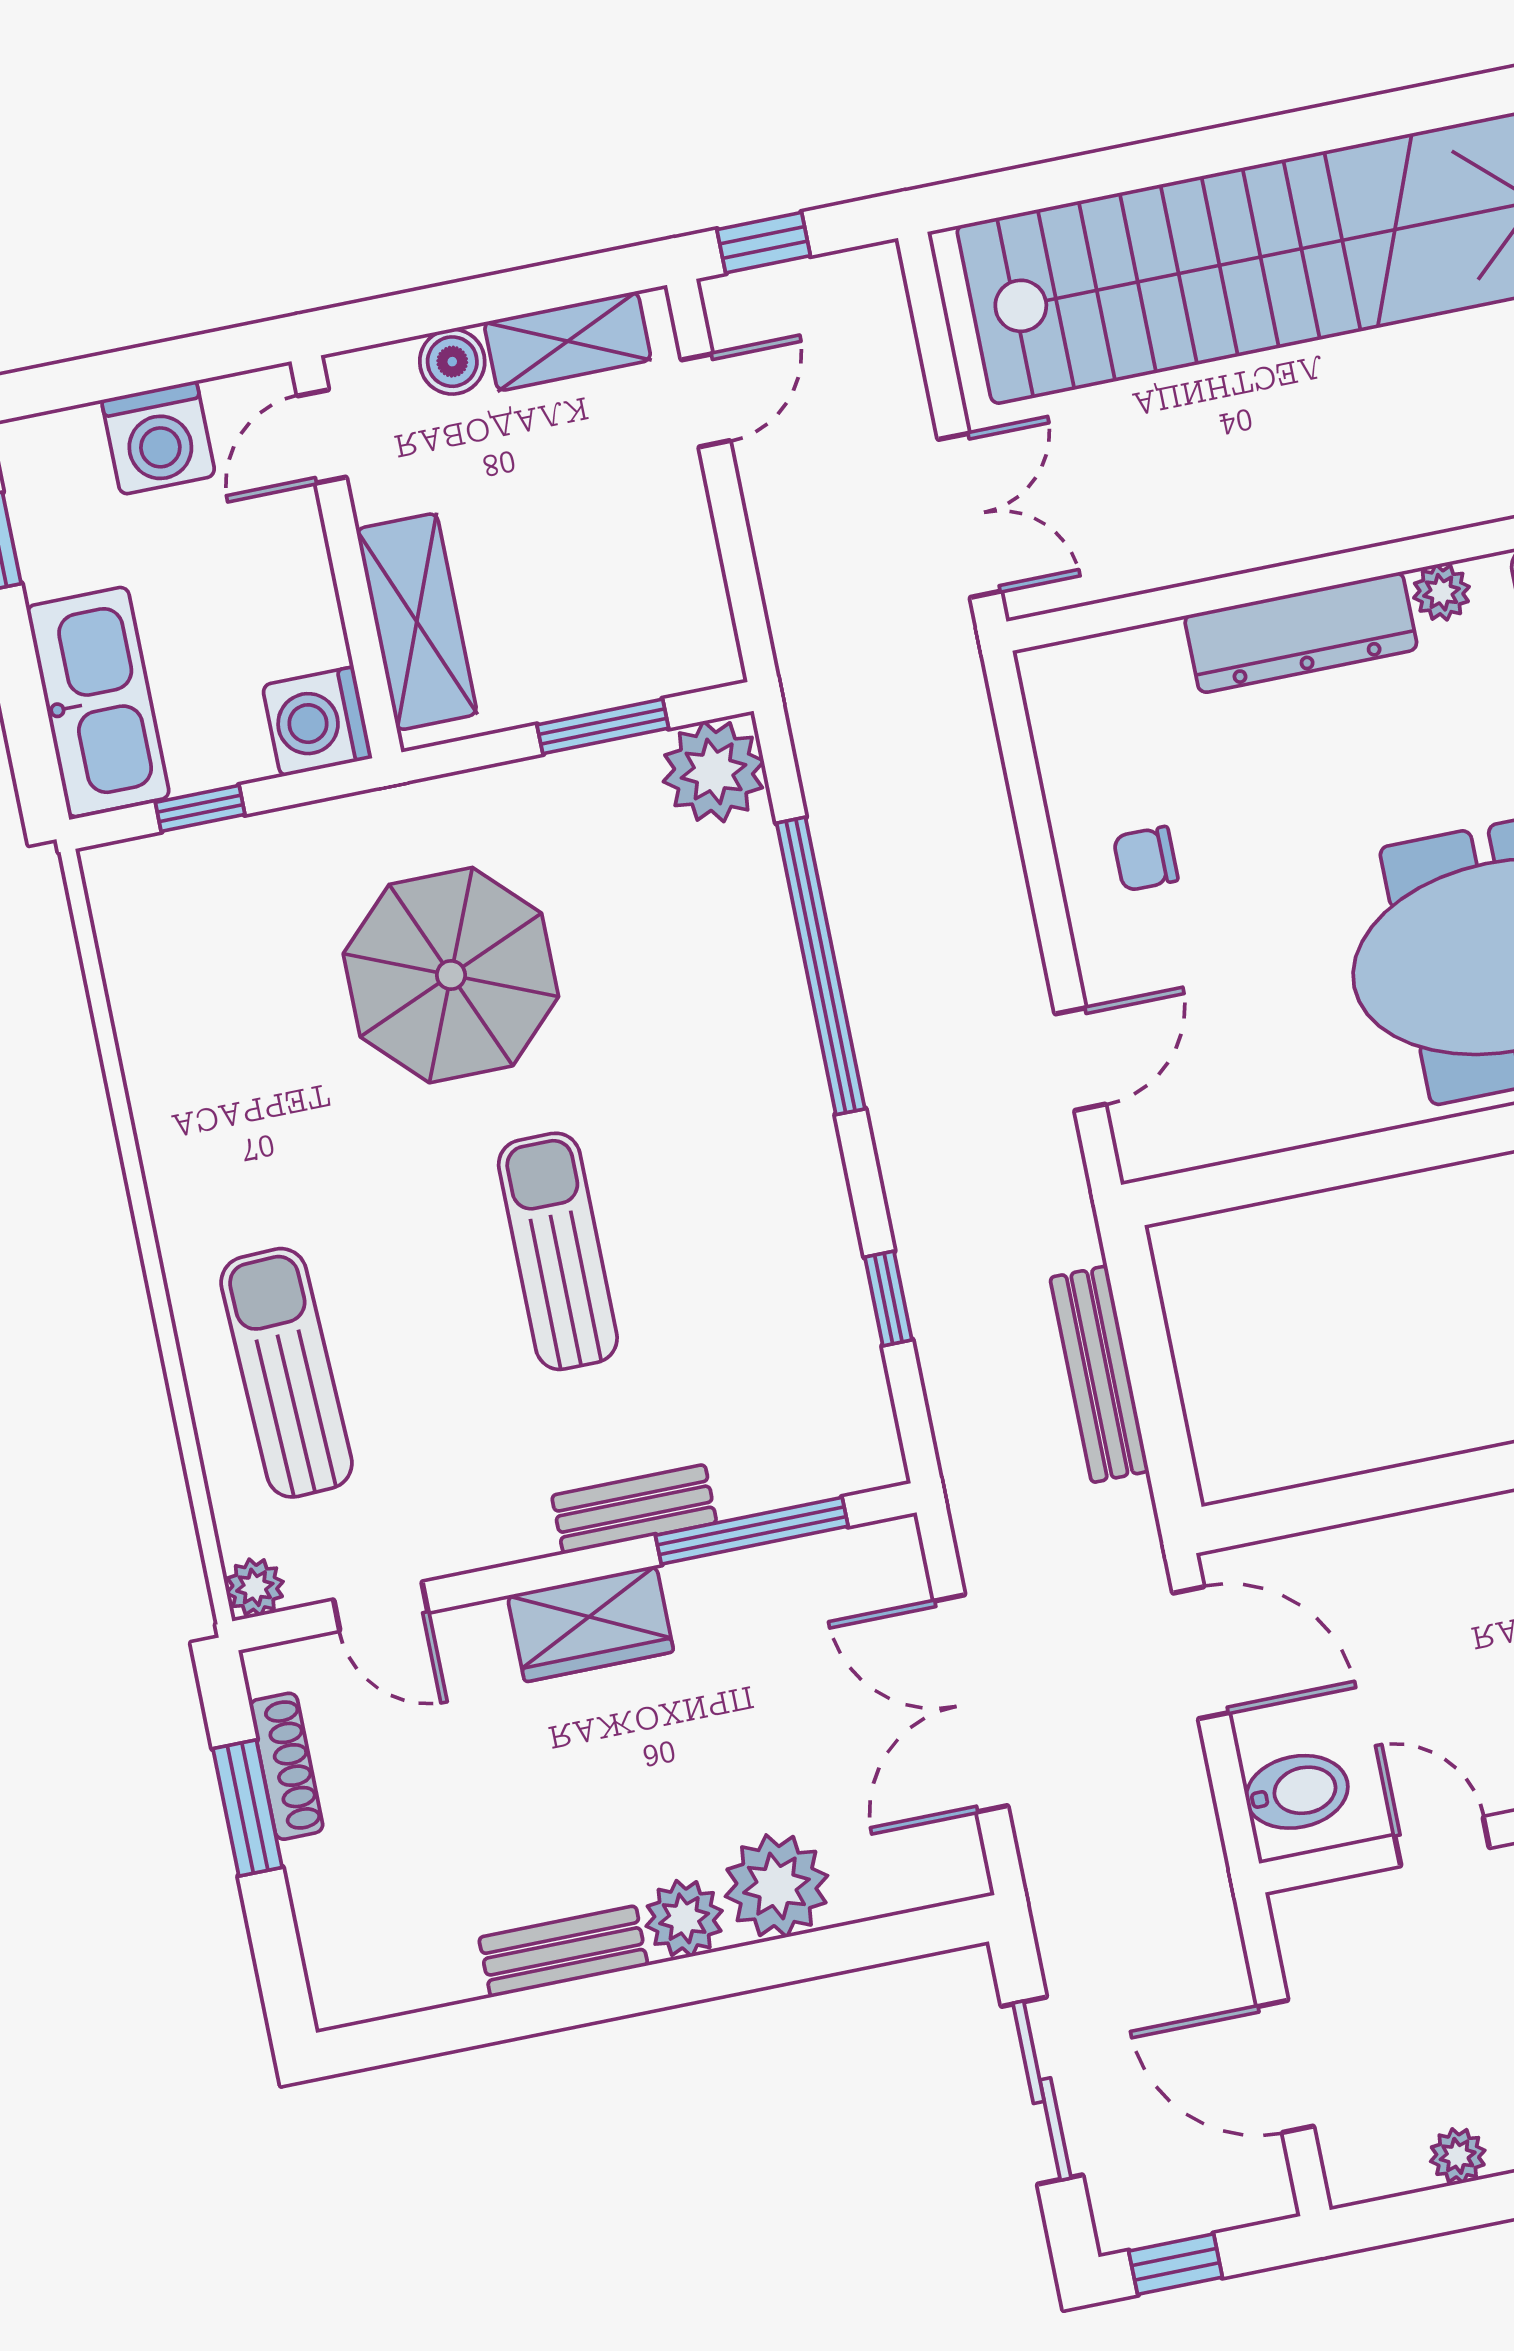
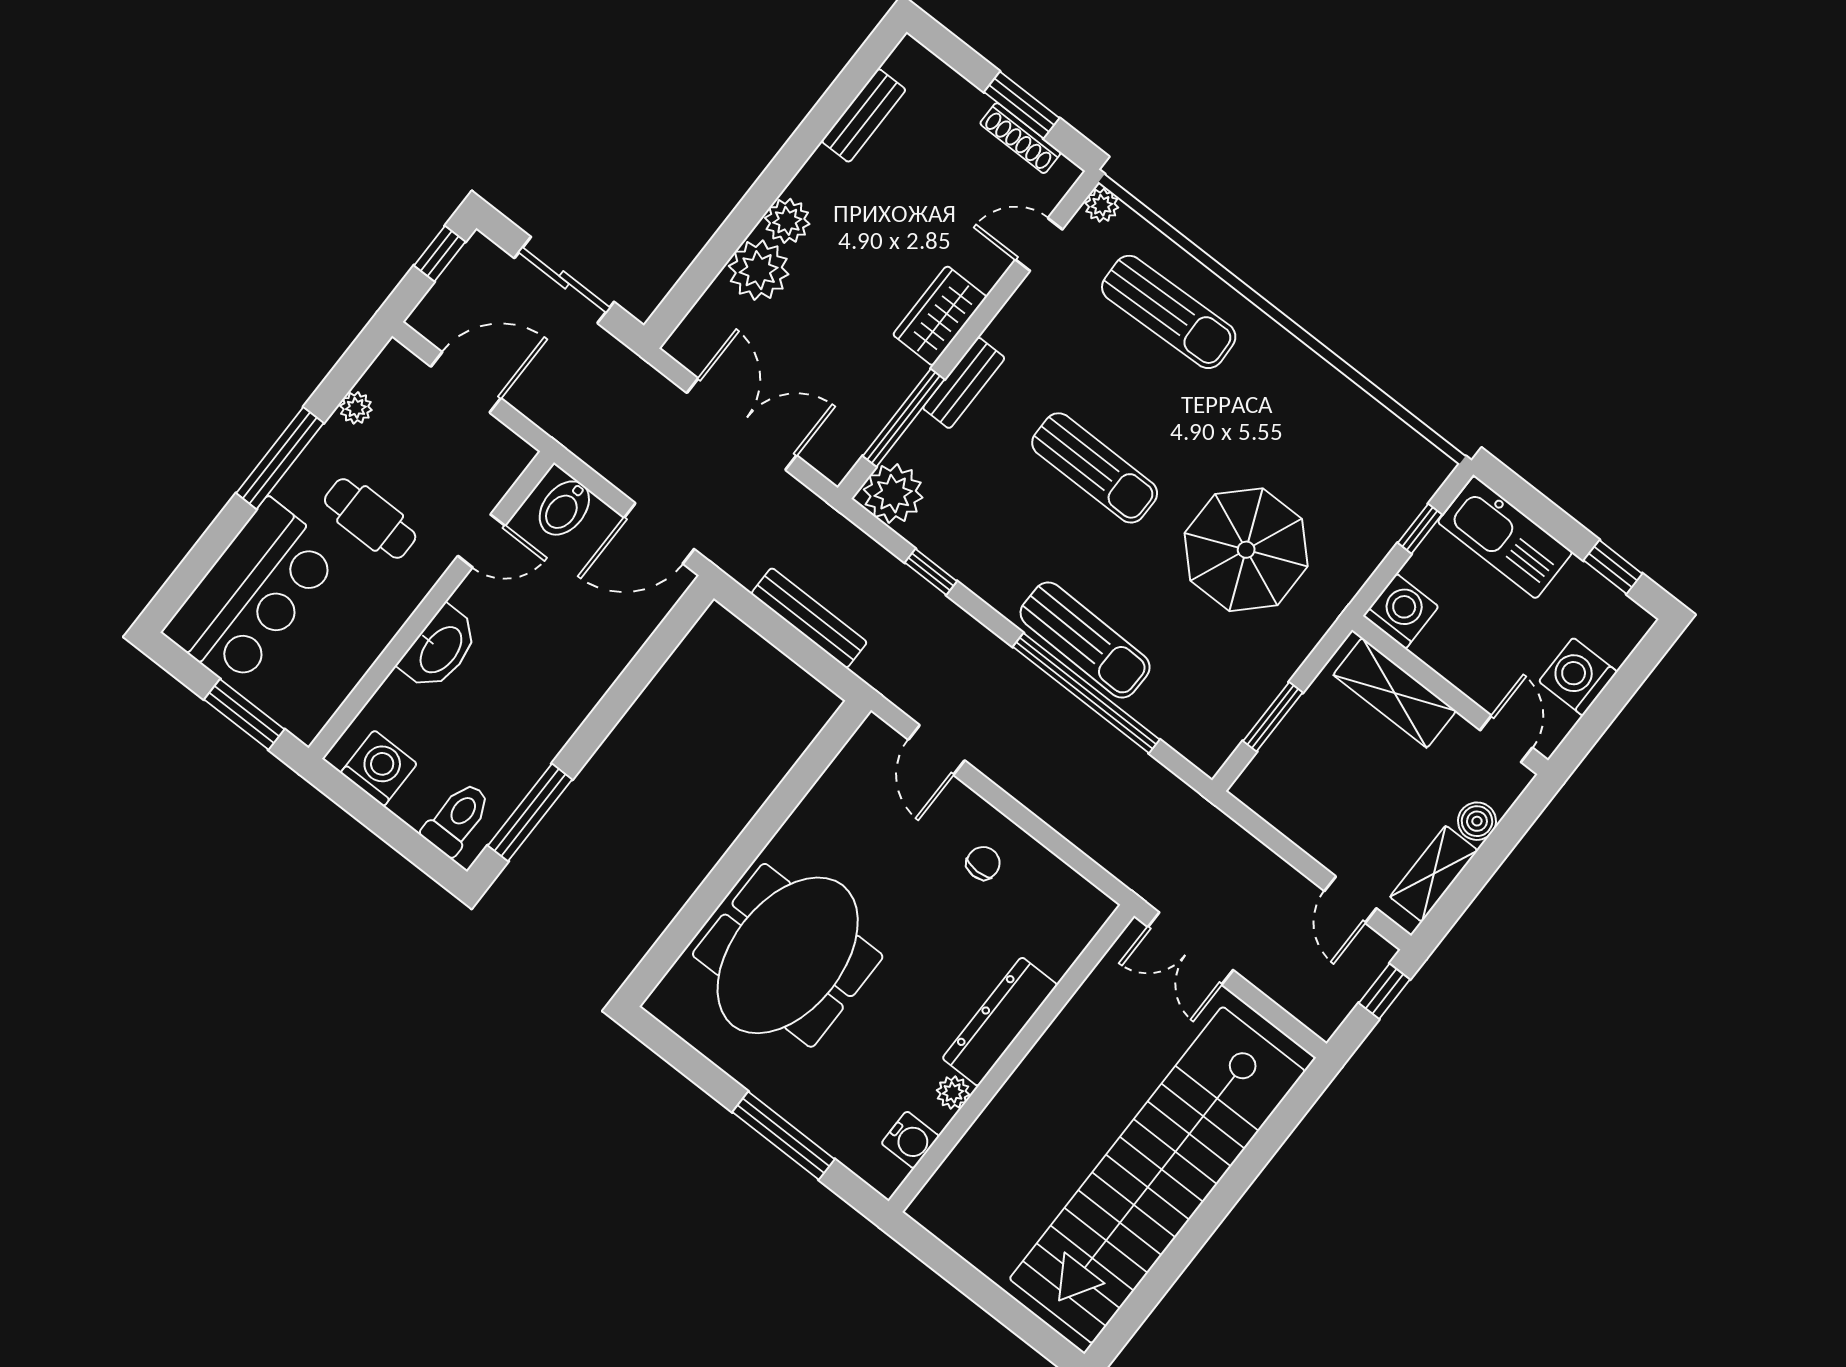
plant: (714, 771) -> (893, 494), moved
sun lounger: (763, 1037) -> (1085, 640), added
bench: (563, 1951) -> (864, 115), moved

